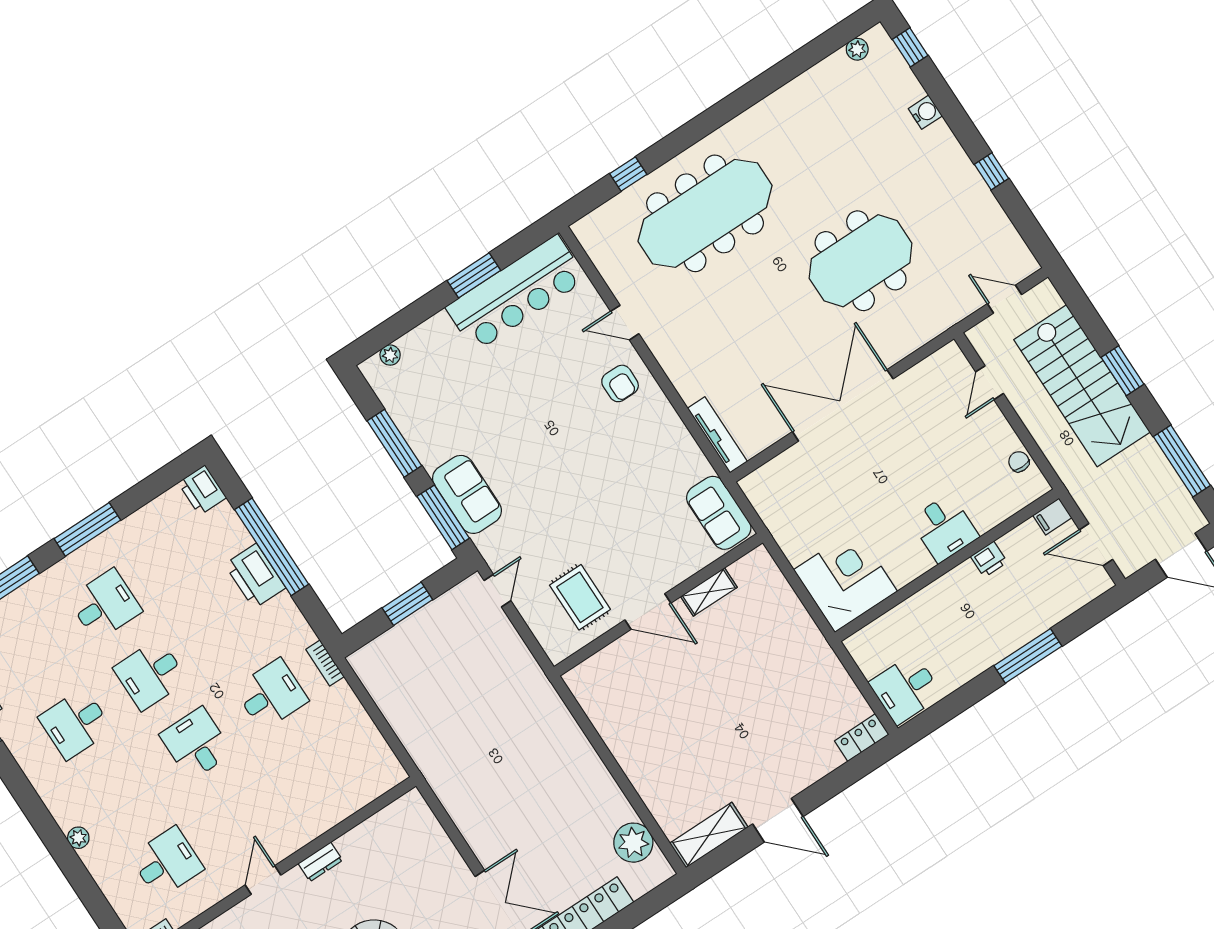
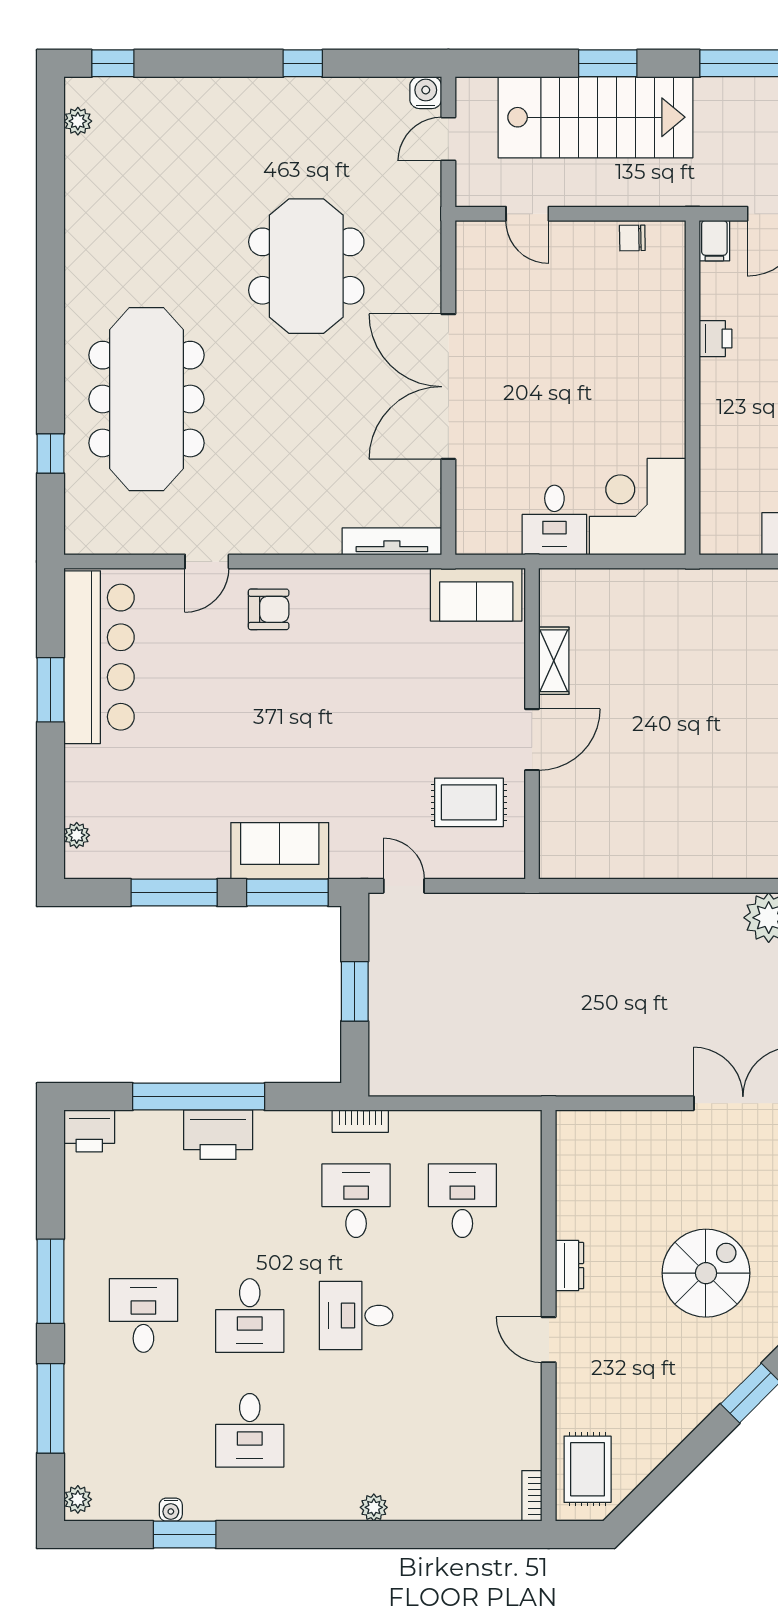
water cooler: (925, 112) -> (426, 93), moved
desk: (944, 528) -> (554, 520), moved, turned 90
desk: (167, 863) -> (462, 1201), moved

